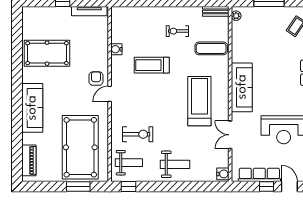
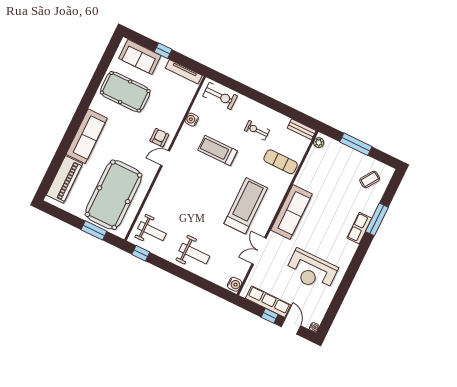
sofa: (45, 17) -> (140, 57), added
exercise bike: (138, 134) -> (220, 96), moved
piano: (29, 160) -> (64, 179), width x1.37, depth x1.33

